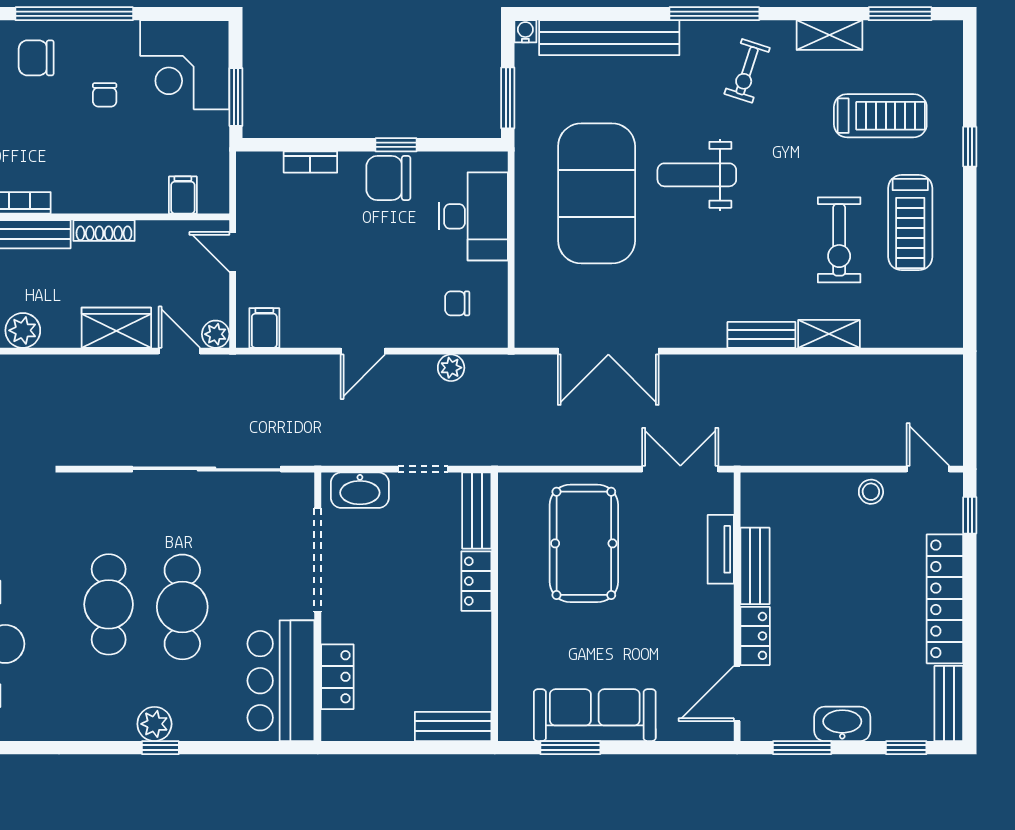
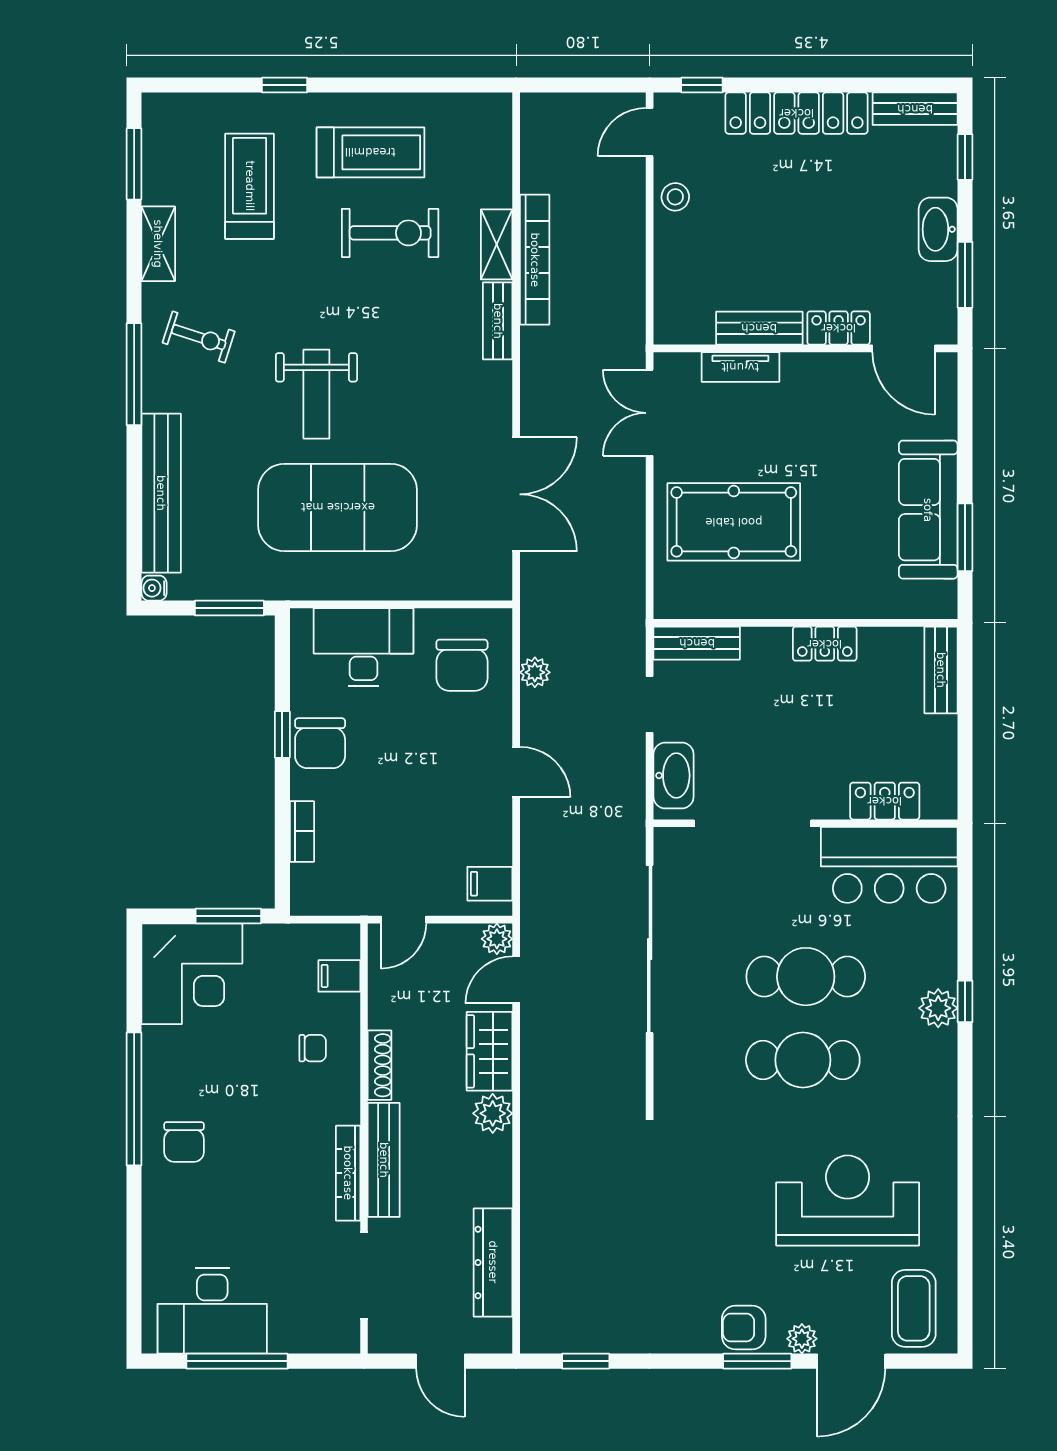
chair: (105, 95) -> (313, 1048), moved
chair: (457, 303) -> (462, 665), width x1.87, depth x1.87
plant: (23, 330) -> (493, 1113), moved
bookcase: (816, 367) -> (535, 260), added
locker: (476, 581) -> (825, 644), moved

